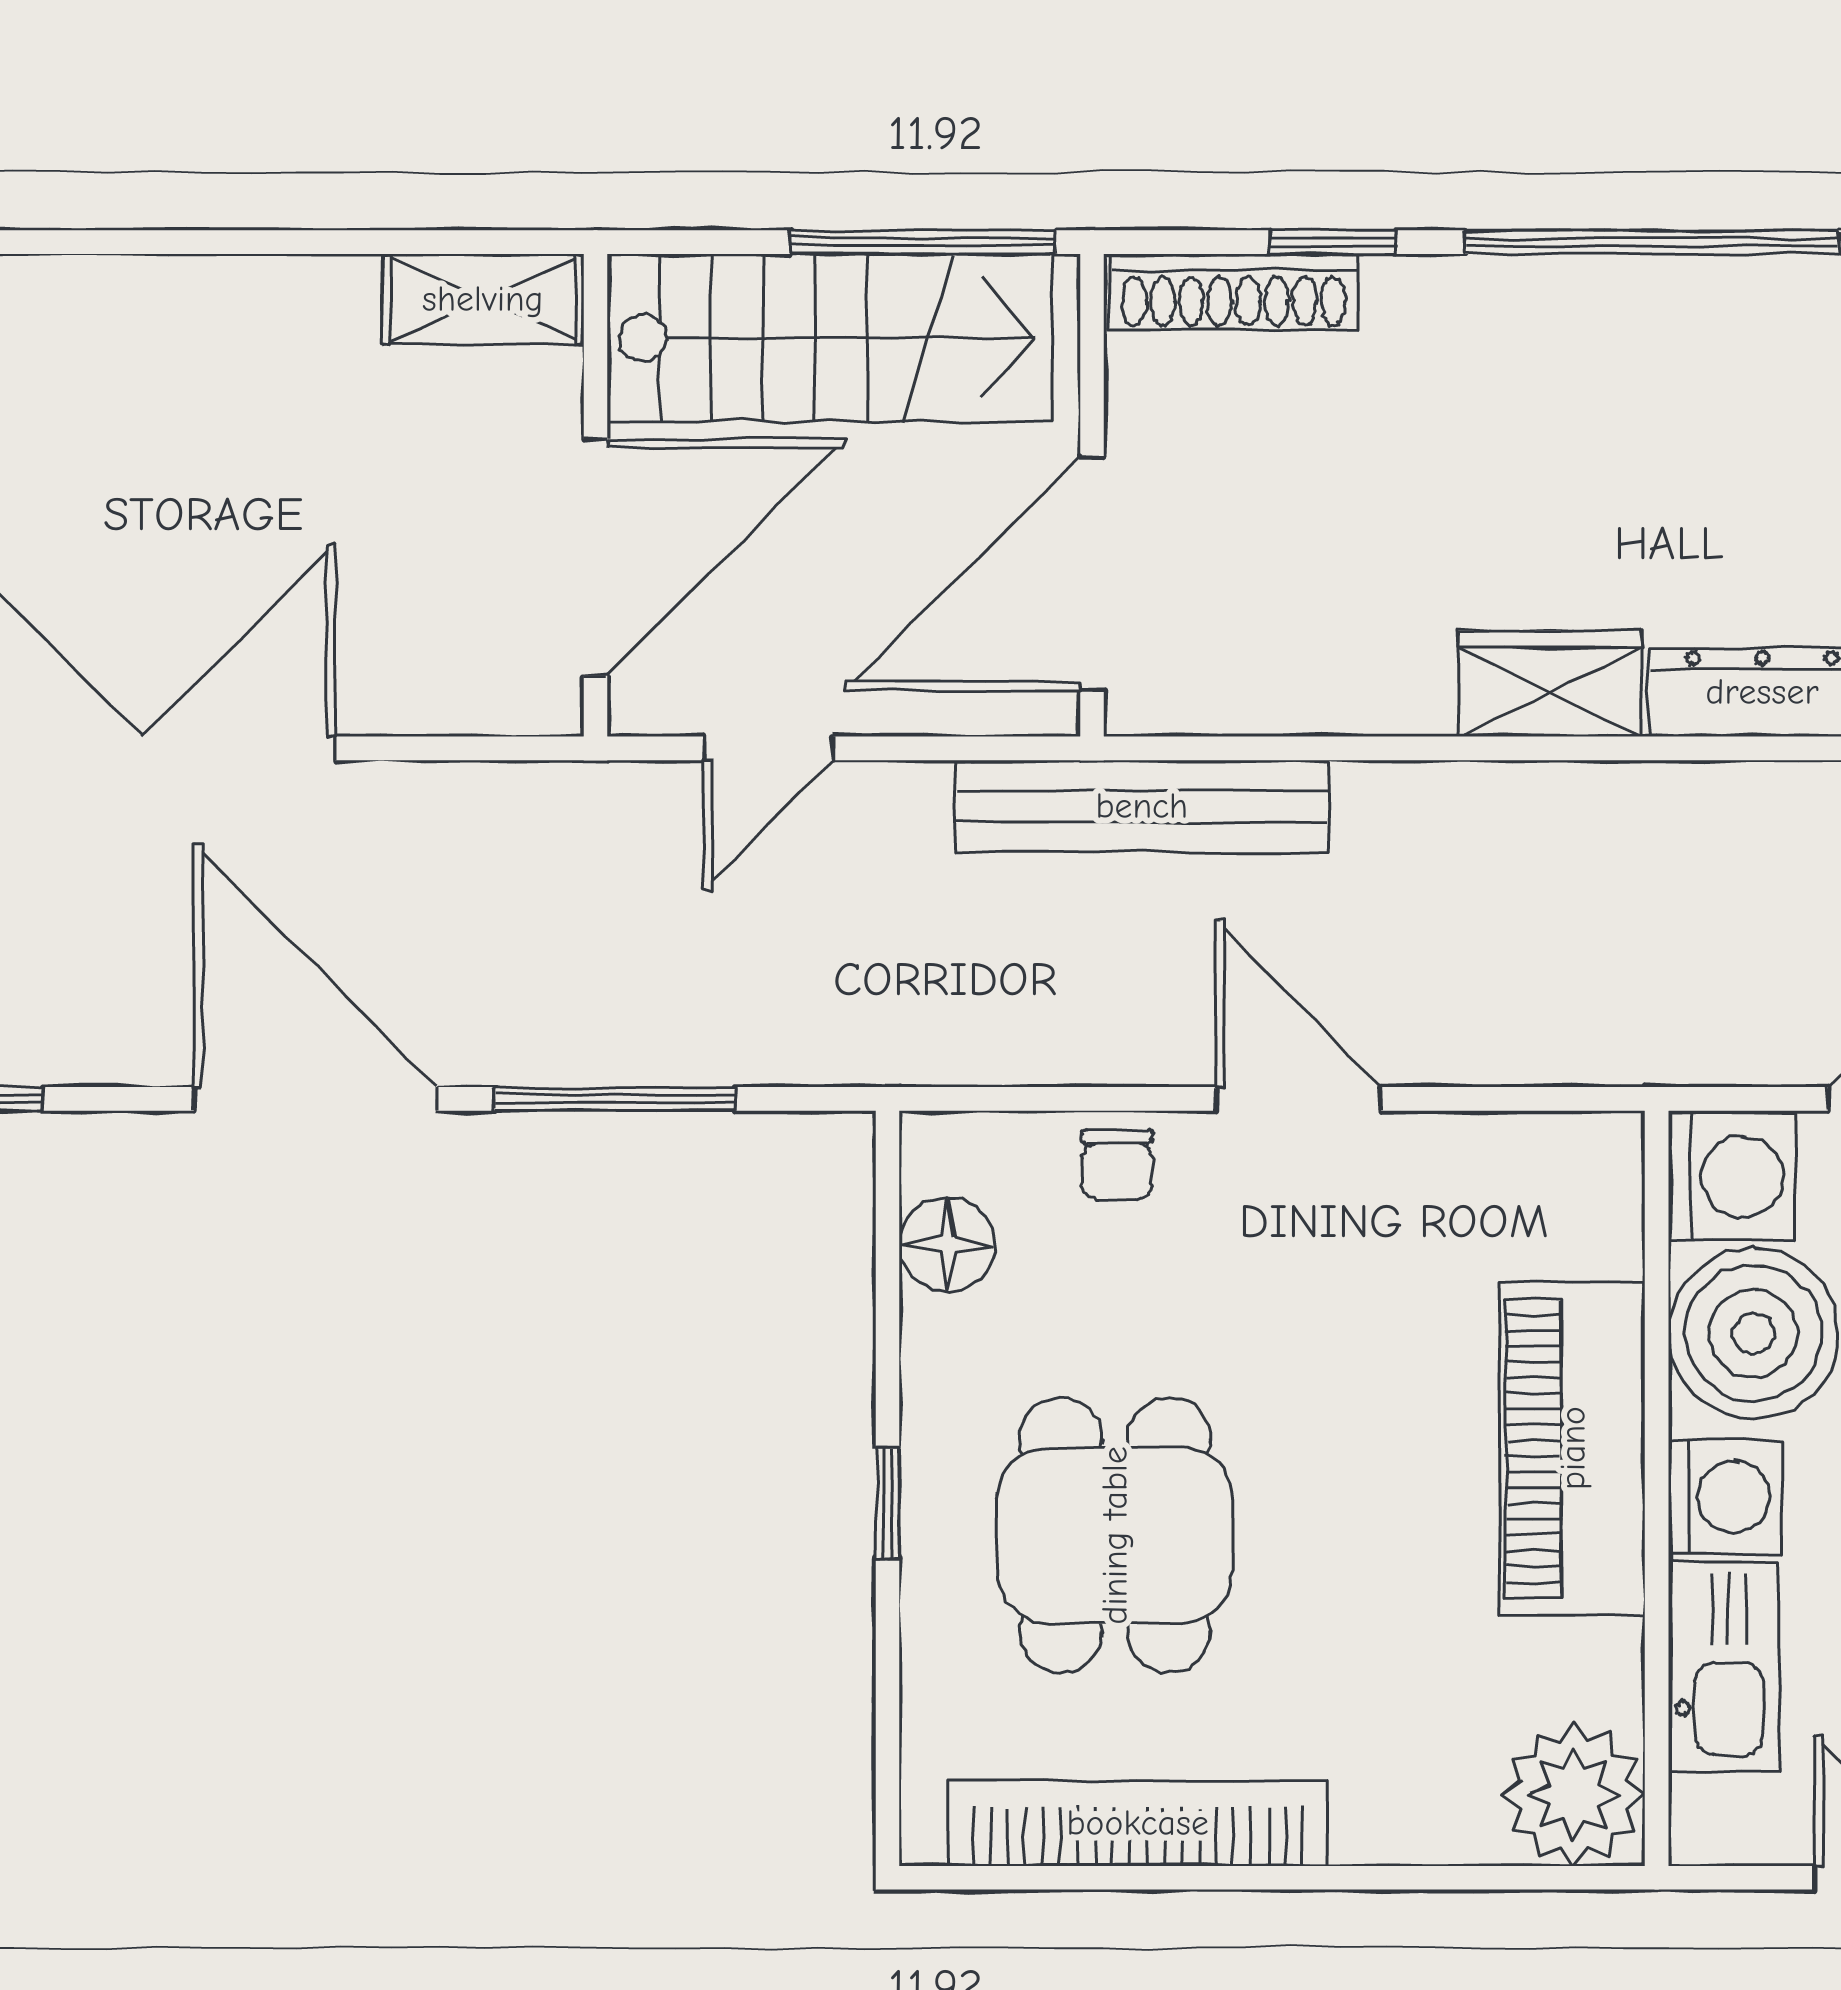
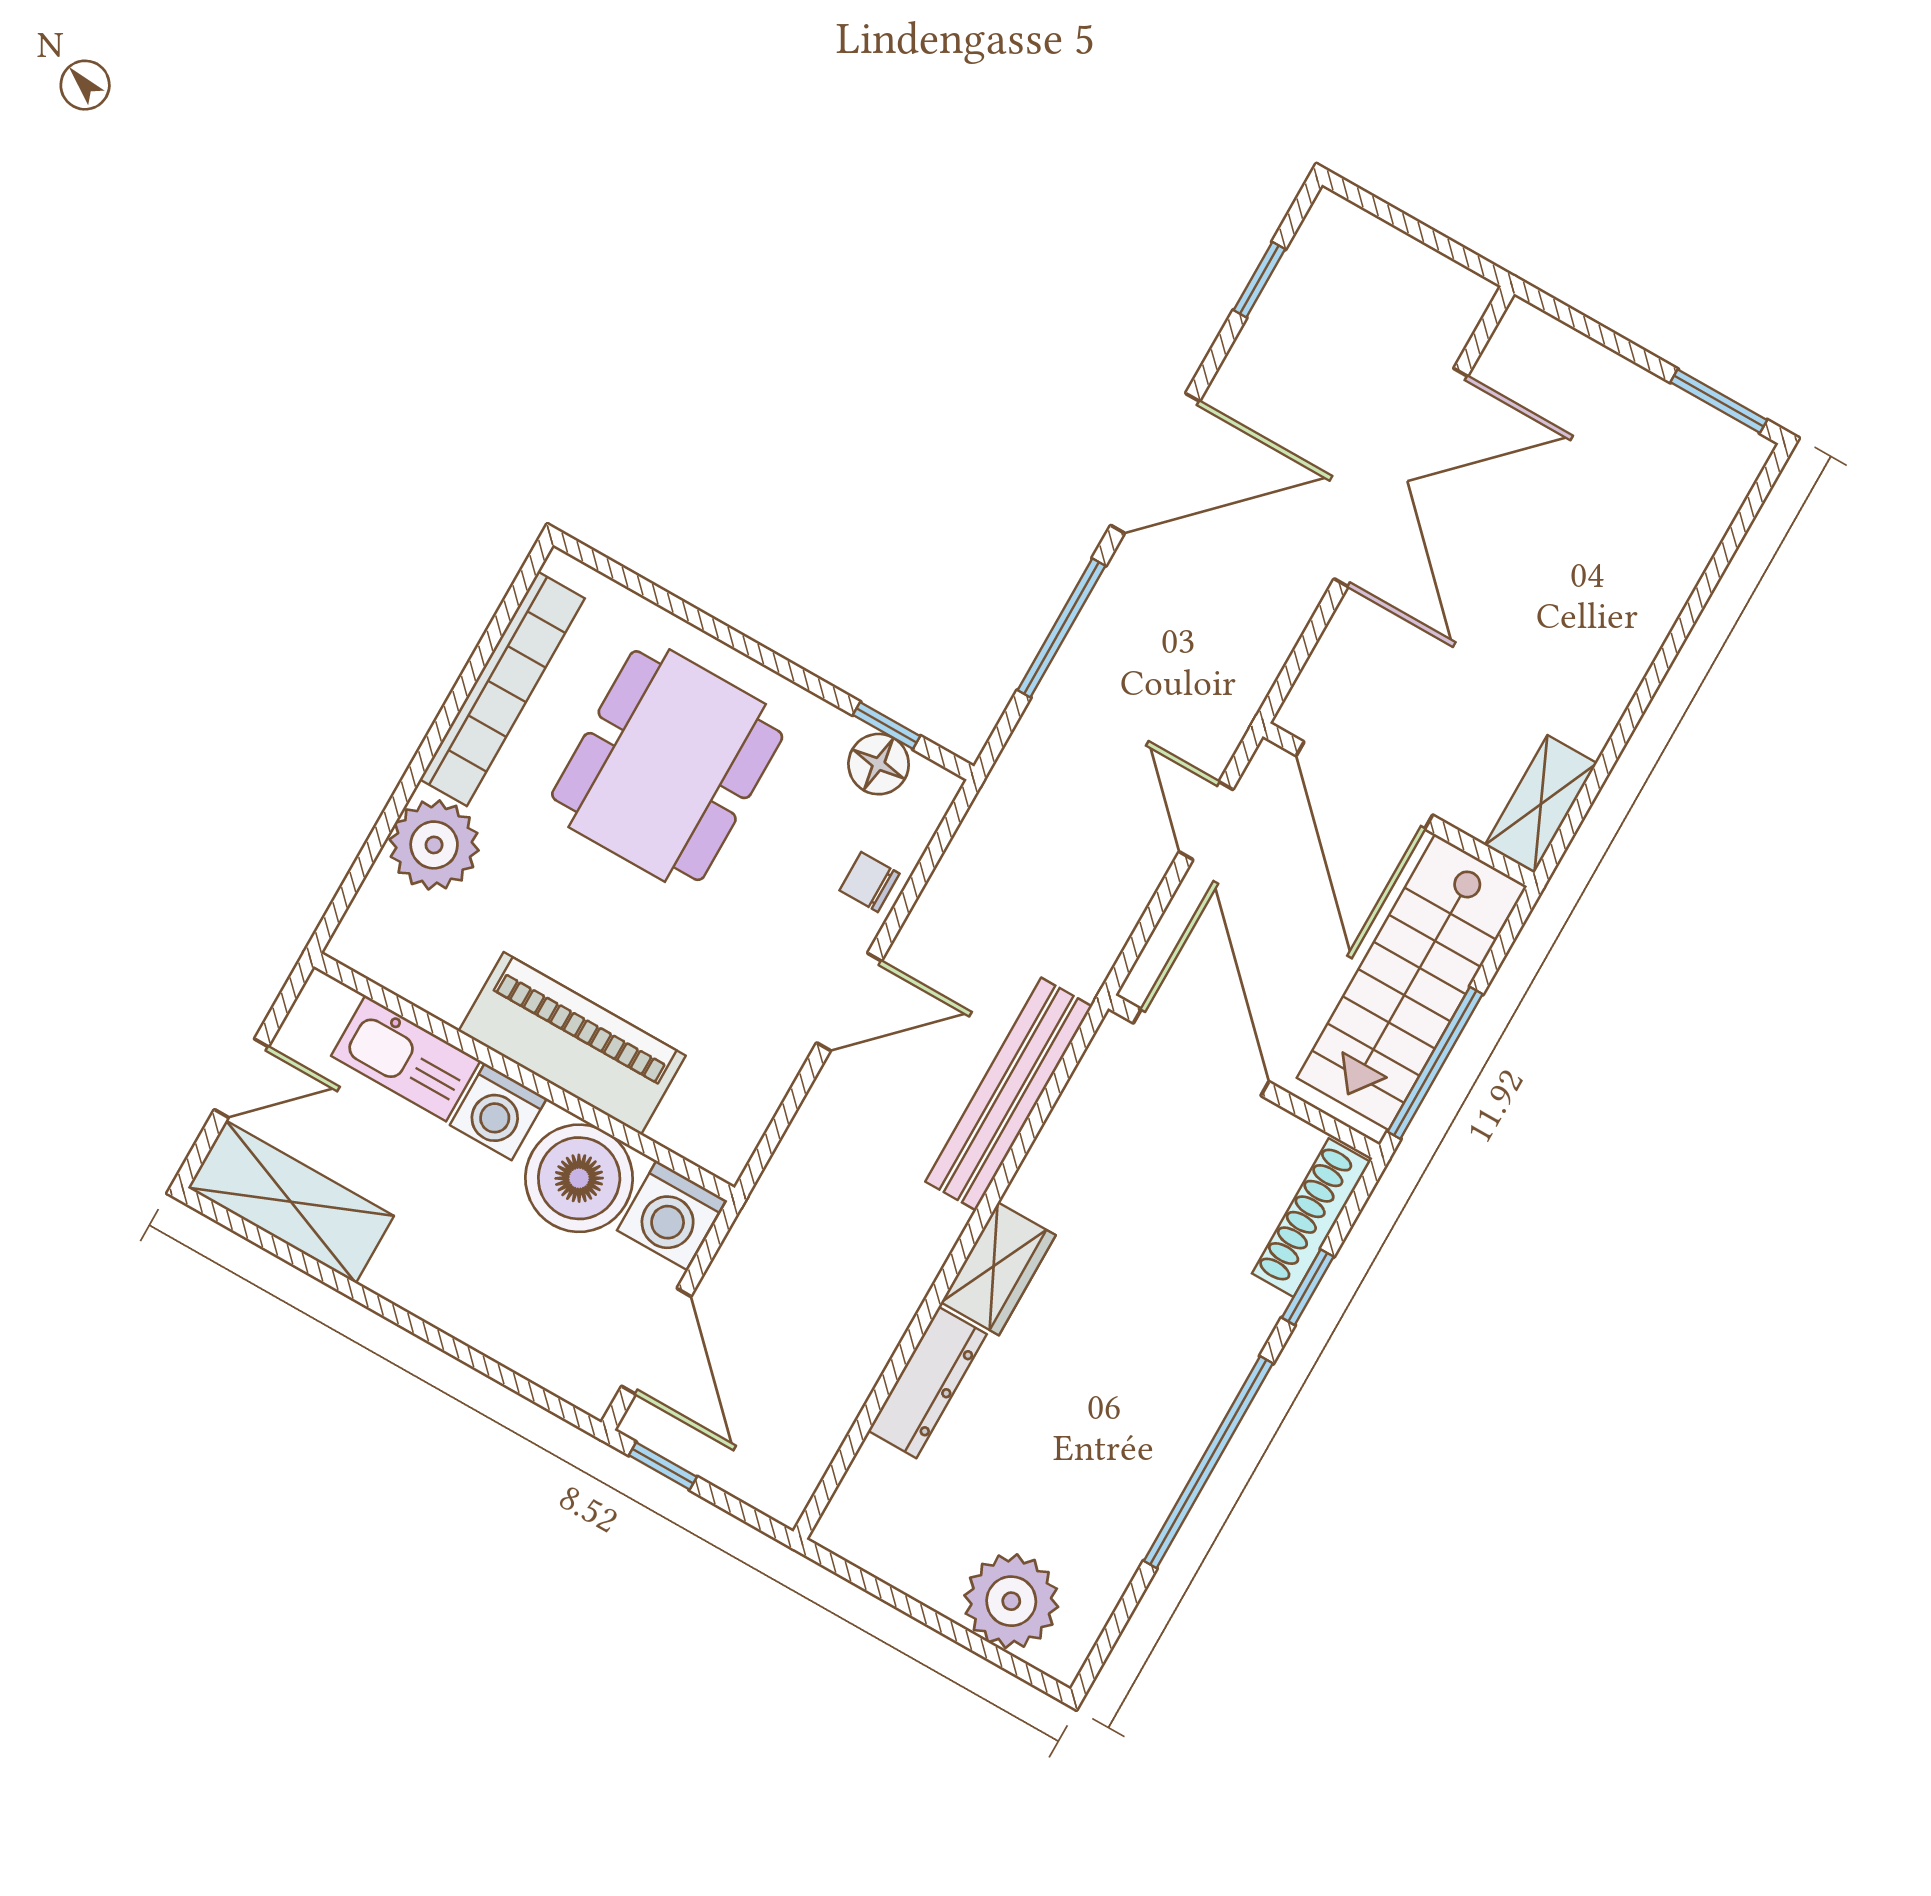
bench: (1142, 806) -> (1009, 1094), moved
window: (888, 1503) -> (887, 726), moved
dining table: (1115, 1535) -> (667, 766), width x1.38
plant: (1574, 1795) -> (434, 845), moved

